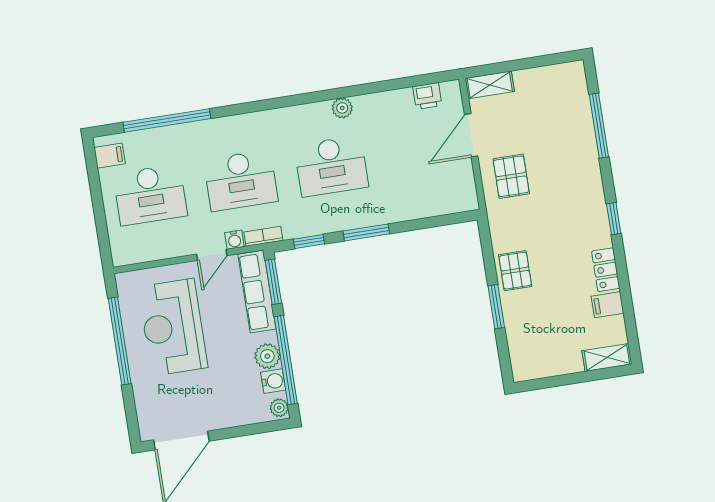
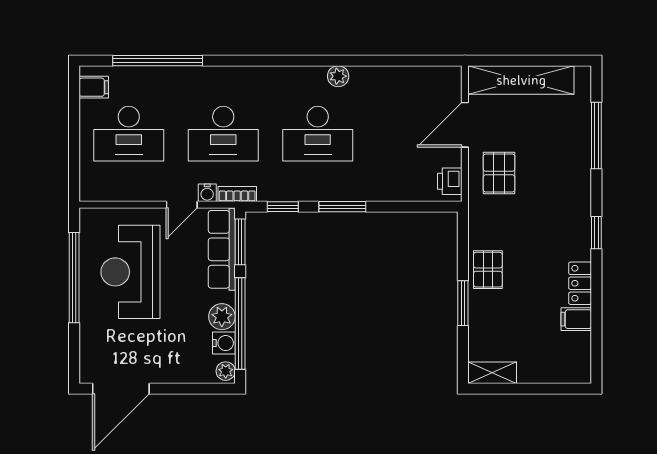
shelving: (490, 85) -> (521, 80), width x2.20, depth x1.33
printer: (427, 96) -> (450, 181), moved, turned 90
shelving: (607, 357) -> (492, 373), moved

